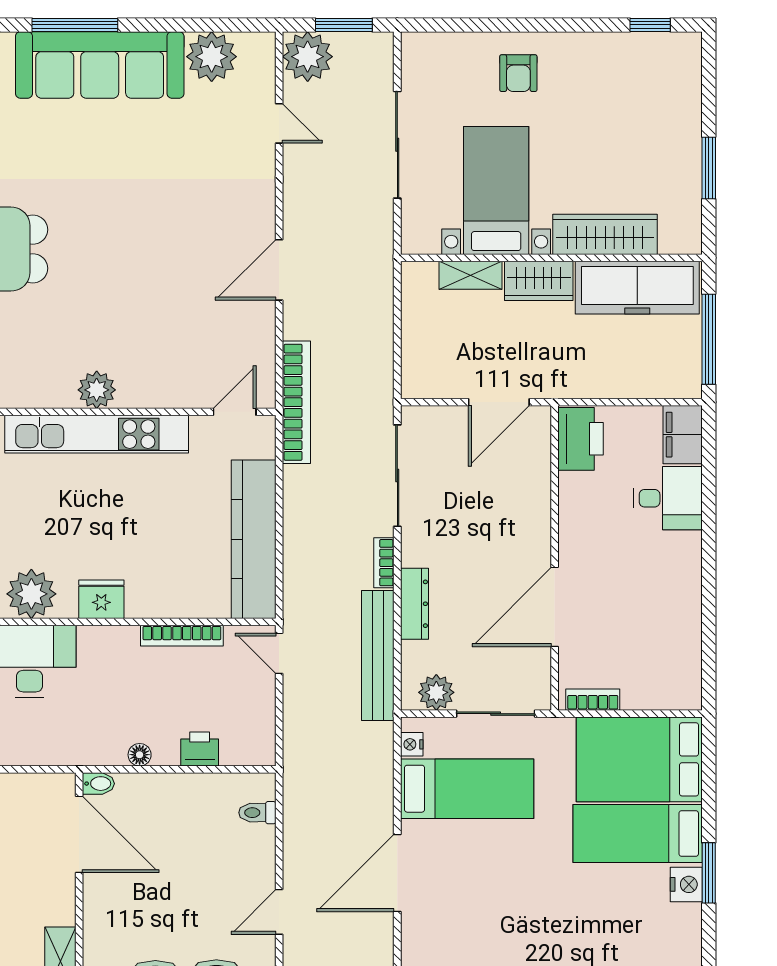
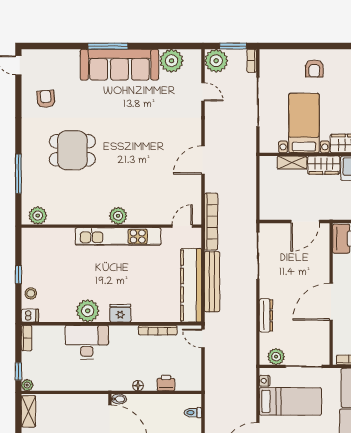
bookcase: (384, 563) -> (252, 61), moved
door: (555, 607) -> (331, 302), moved
bench: (378, 655) -> (212, 282), moved

